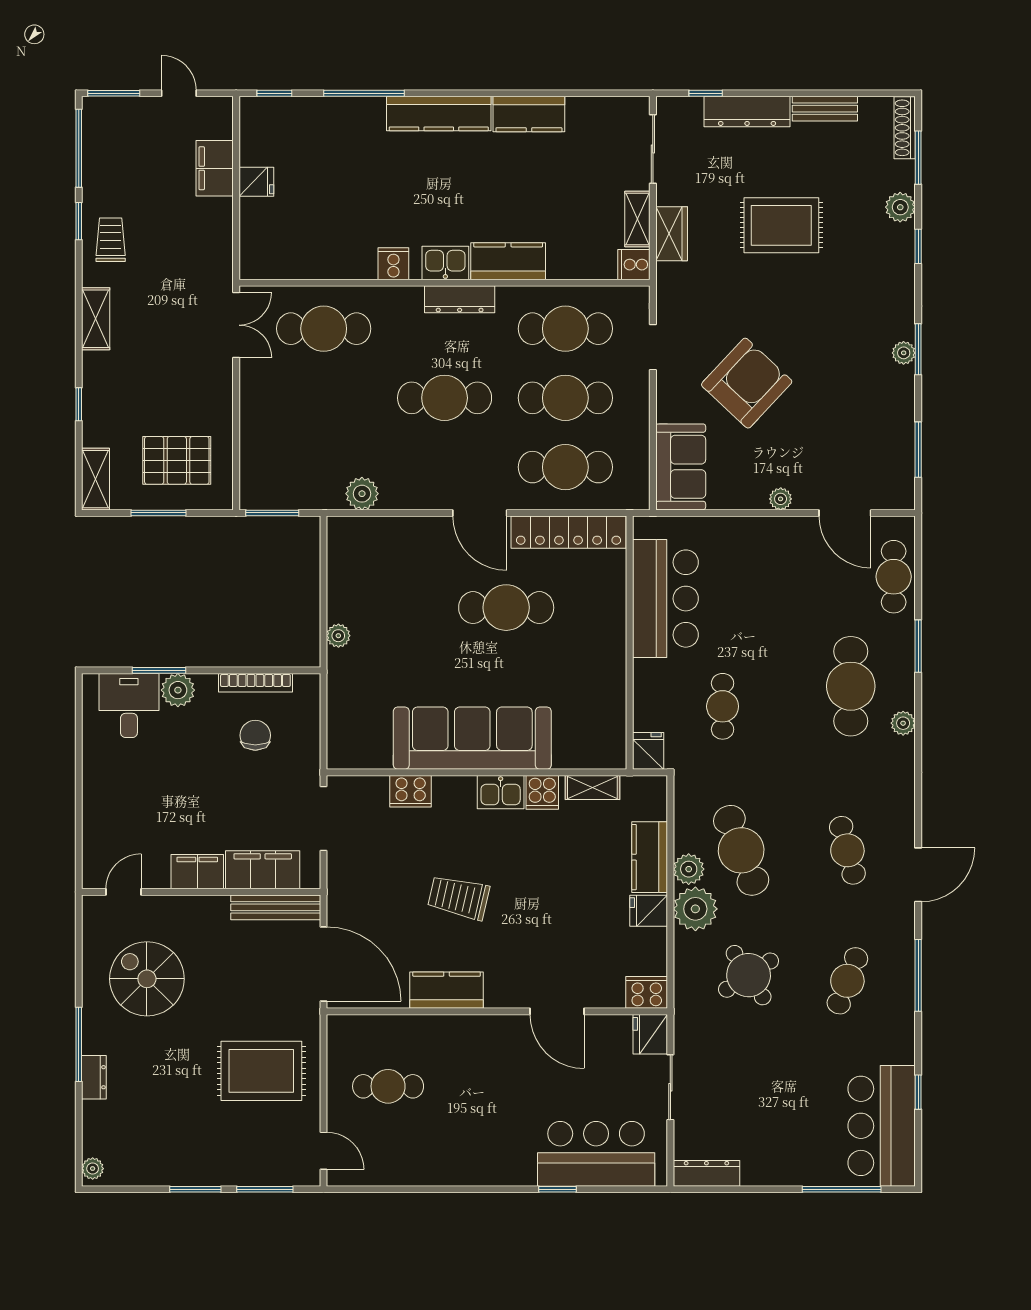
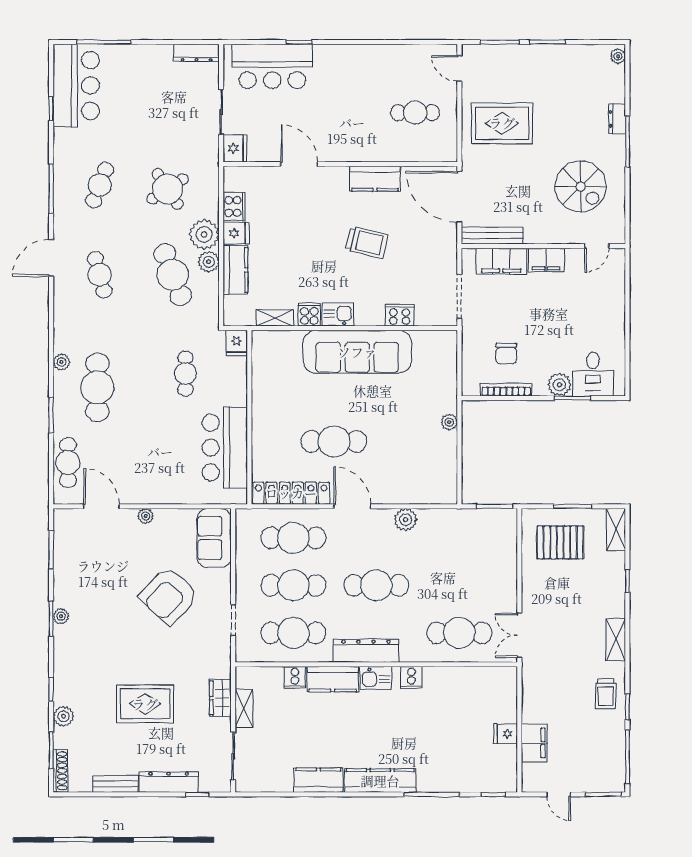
cooker: (634, 265) -> (295, 677), moved, turned 90
dresser: (460, 299) -> (366, 651), width x1.37, depth x1.24
plant: (362, 494) -> (406, 520), moved
cooker: (647, 992) -> (234, 207), moved, turned -90

